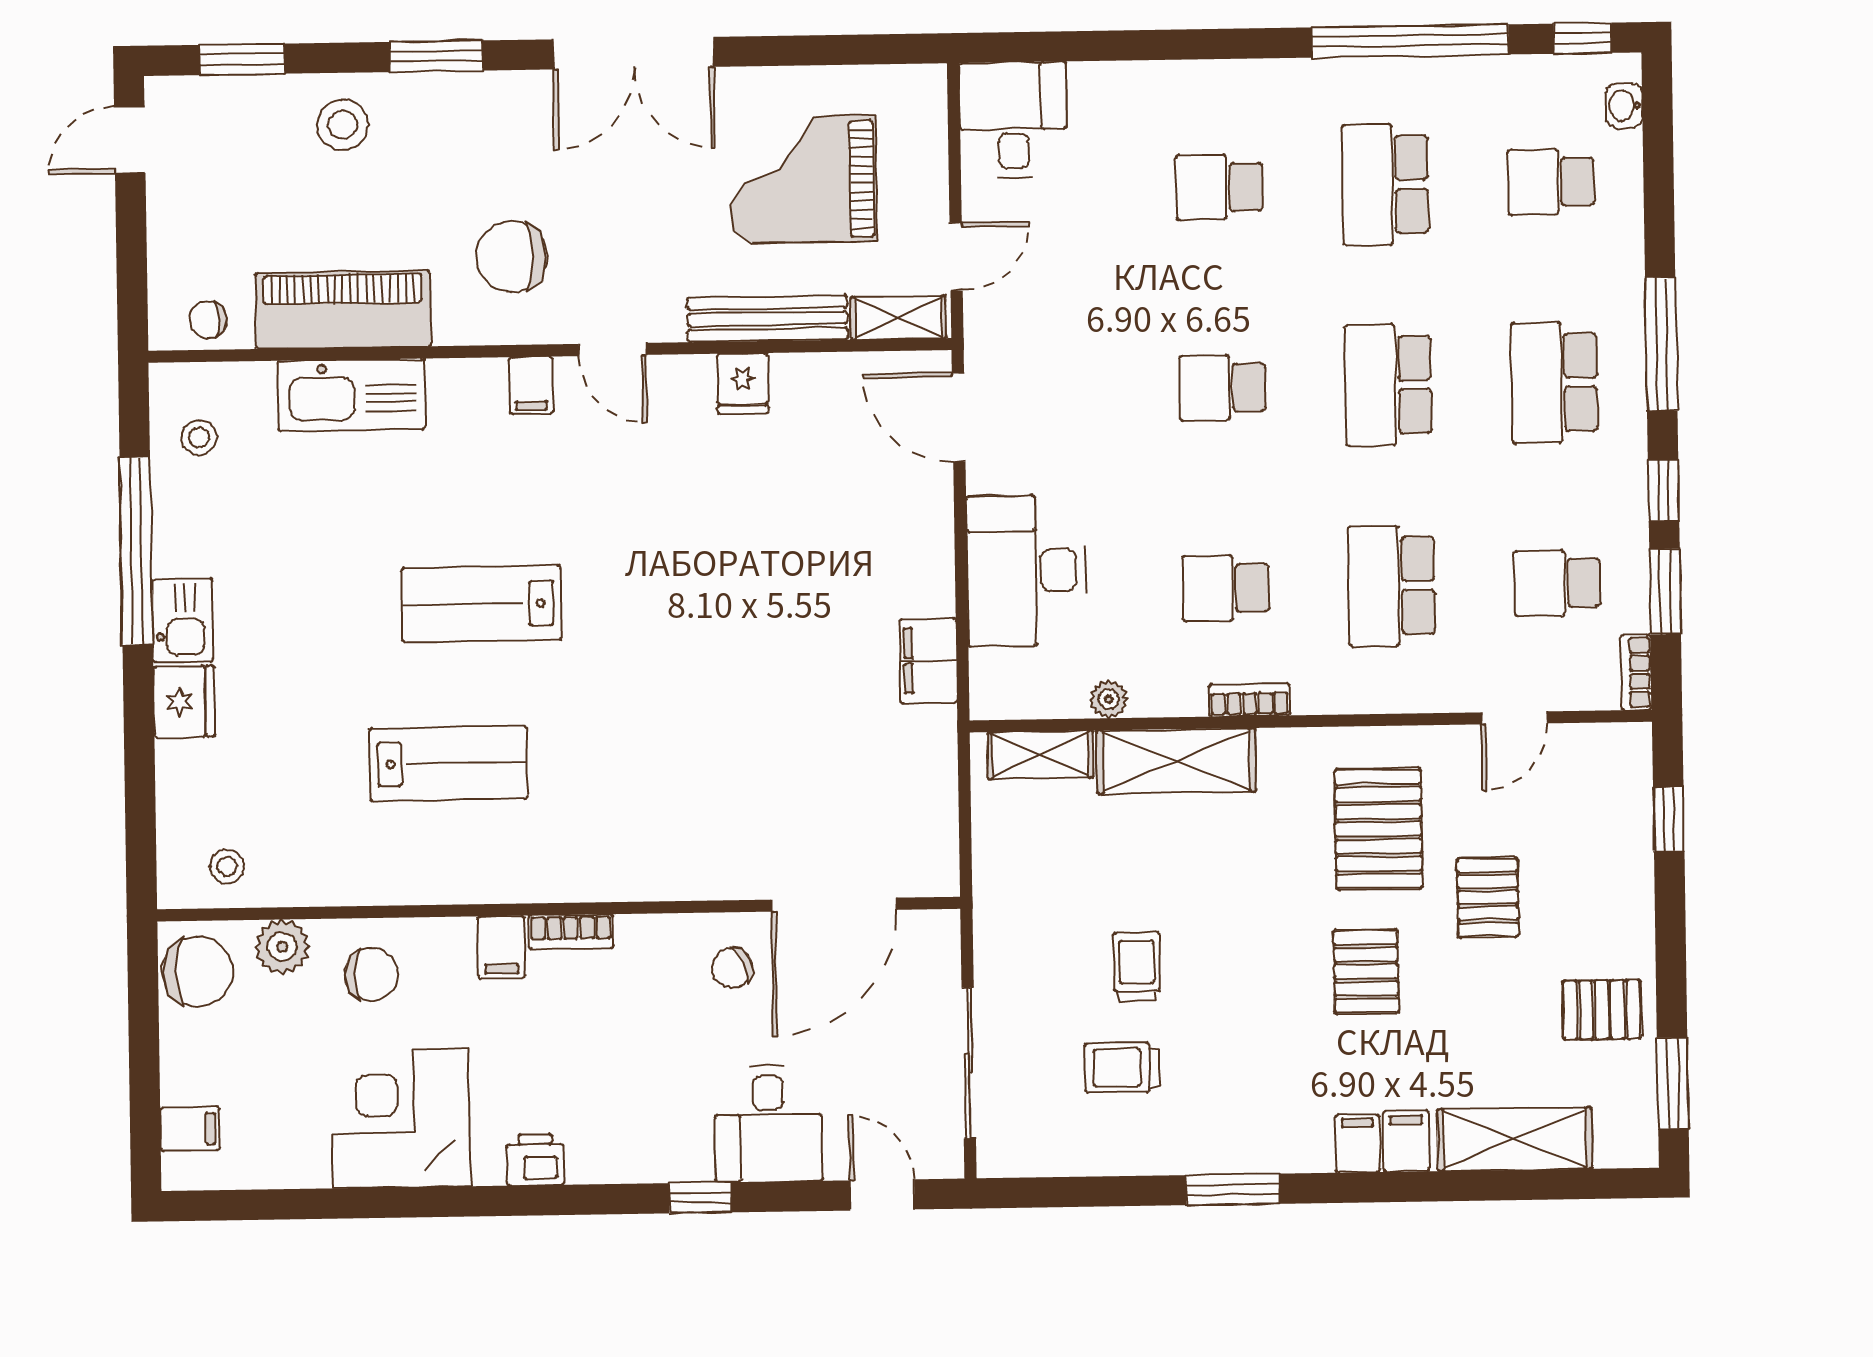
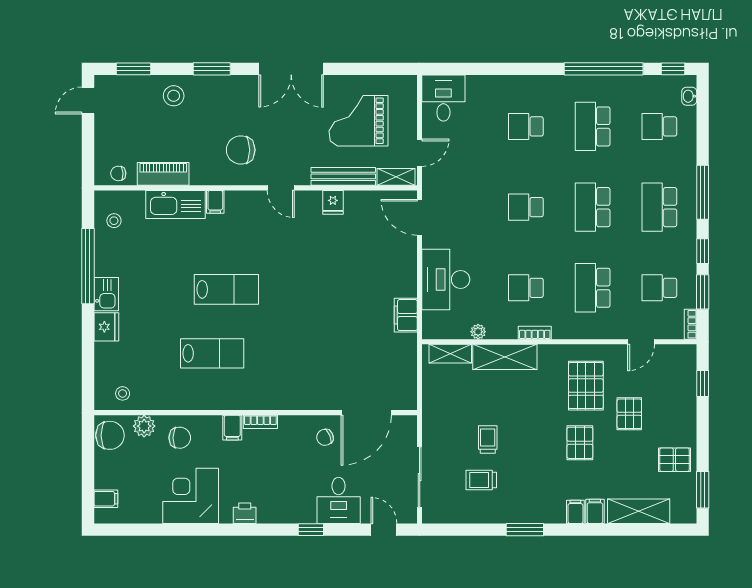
piano: (343, 310) -> (163, 174), width x0.73, depth x0.75
filing cabinet: (531, 385) -> (215, 202), moved
lab bench: (481, 604) -> (226, 289), turned 180

